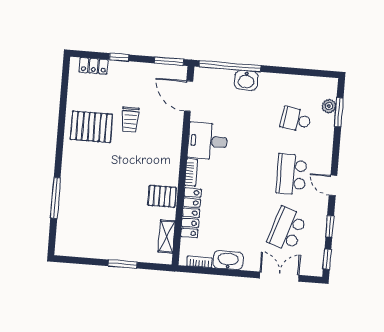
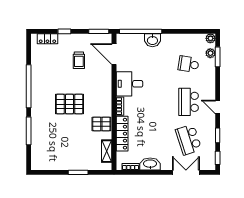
plant: (331, 85) -> (210, 38), added
trolley: (130, 120) -> (79, 60), moved
pallet: (91, 127) -> (69, 104), moved
window: (61, 133) -> (29, 86), added
school desk: (287, 229) -> (189, 140), turned -36

